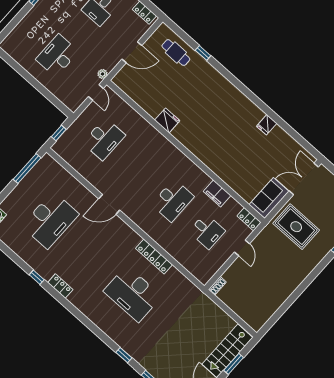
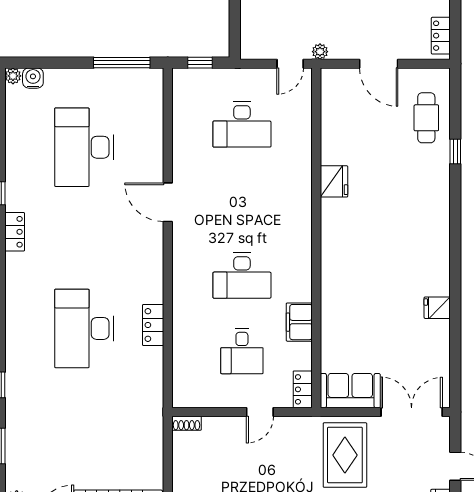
desk: (50, 220) -> (84, 147), turned 90
locker: (154, 257) -> (153, 325), width x0.66

